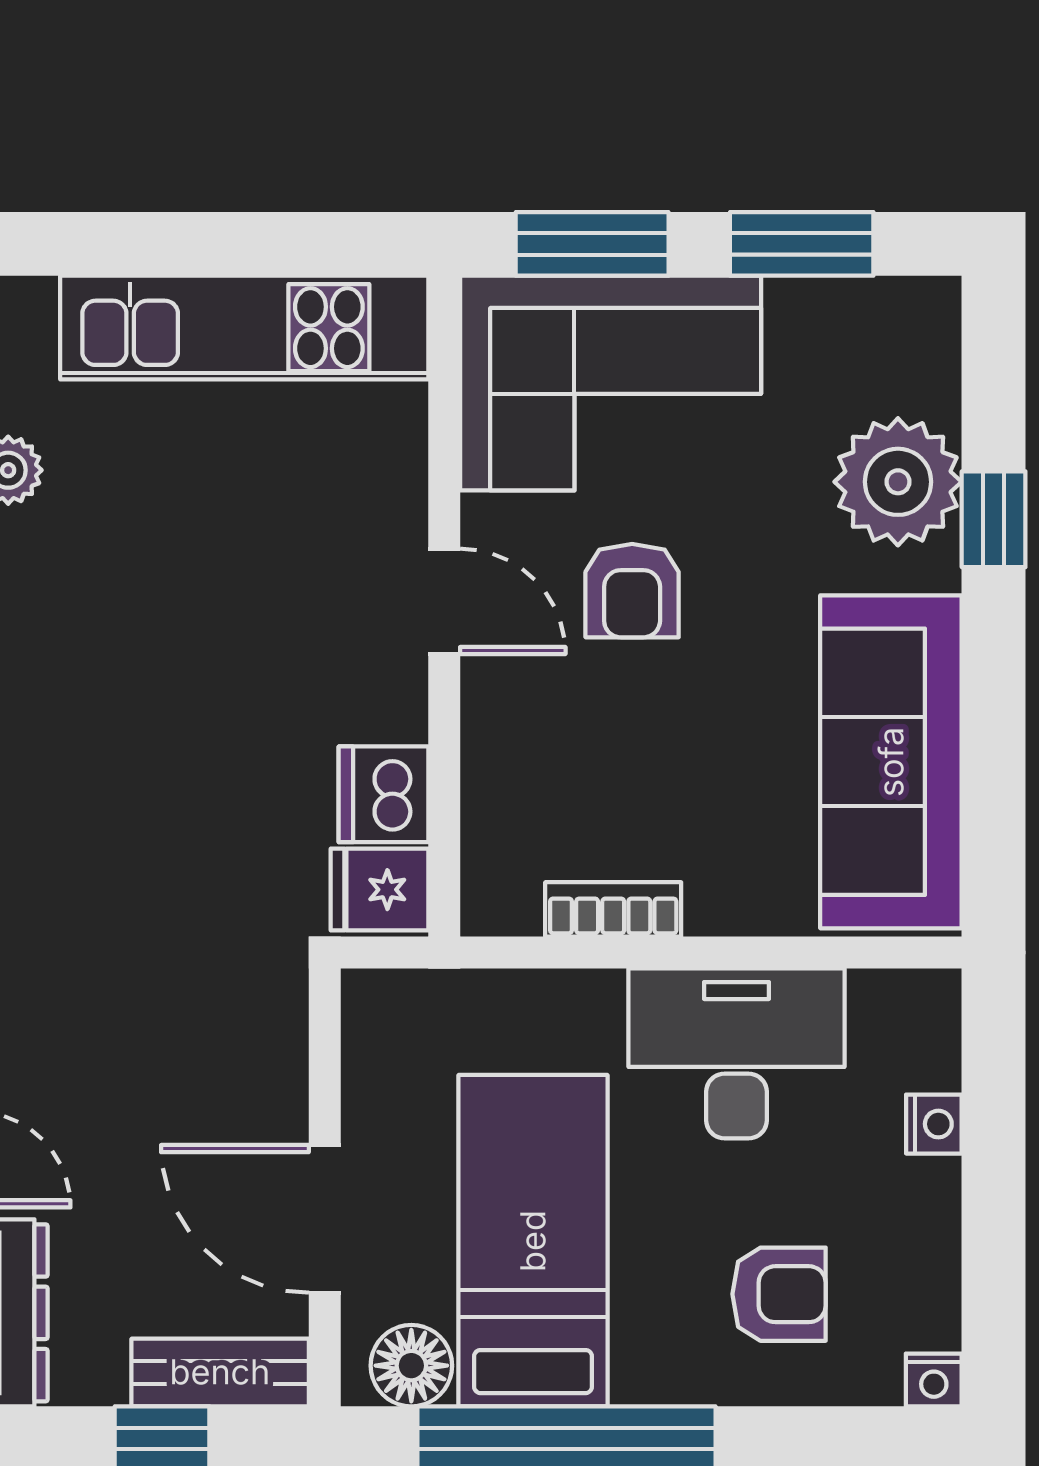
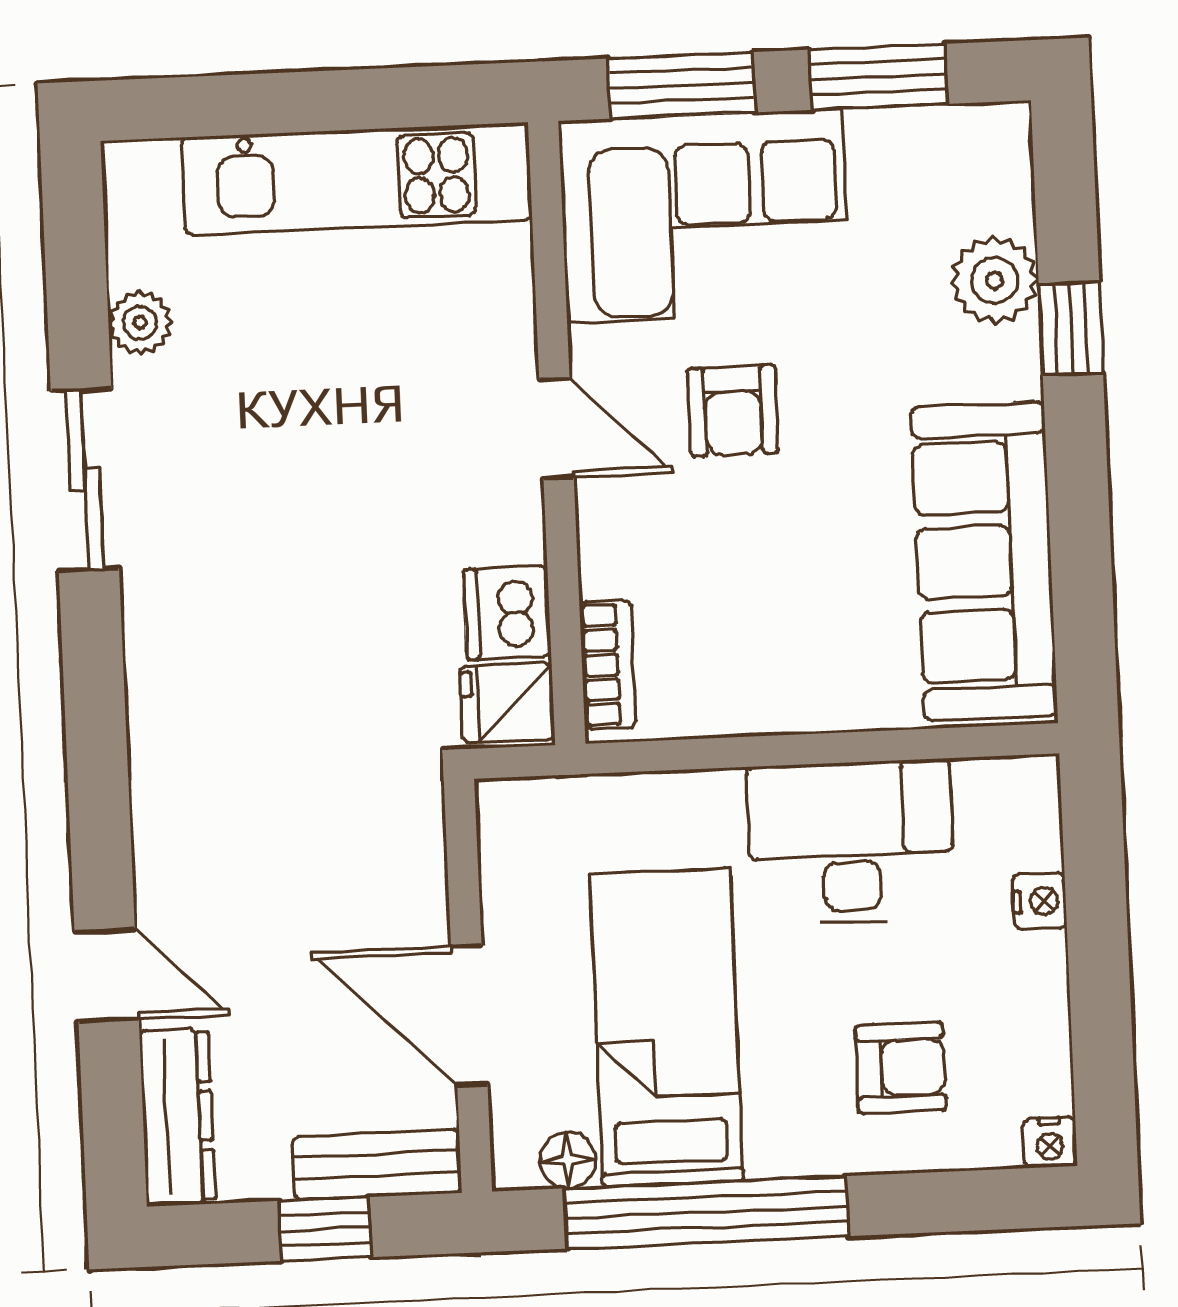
plant: (898, 482) -> (995, 280), width x0.73, depth x0.73
bookcase: (613, 909) -> (608, 665), moved, turned 90
floor lamp: (411, 1366) -> (568, 1160), width x0.73, depth x0.73

